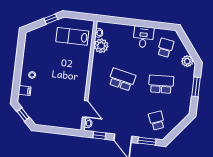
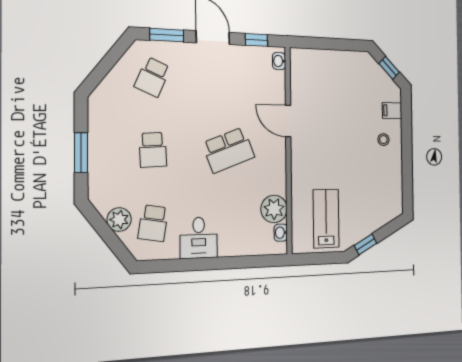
lab bench: (72, 36) -> (326, 219), turned -90
plant: (187, 61) -> (119, 220), moved
school desk: (122, 80) -> (229, 150), turned -33
school desk: (161, 84) -> (153, 150), width x0.54
door: (85, 109) -> (288, 121), moved
school desk: (157, 121) -> (152, 77), turned 45

